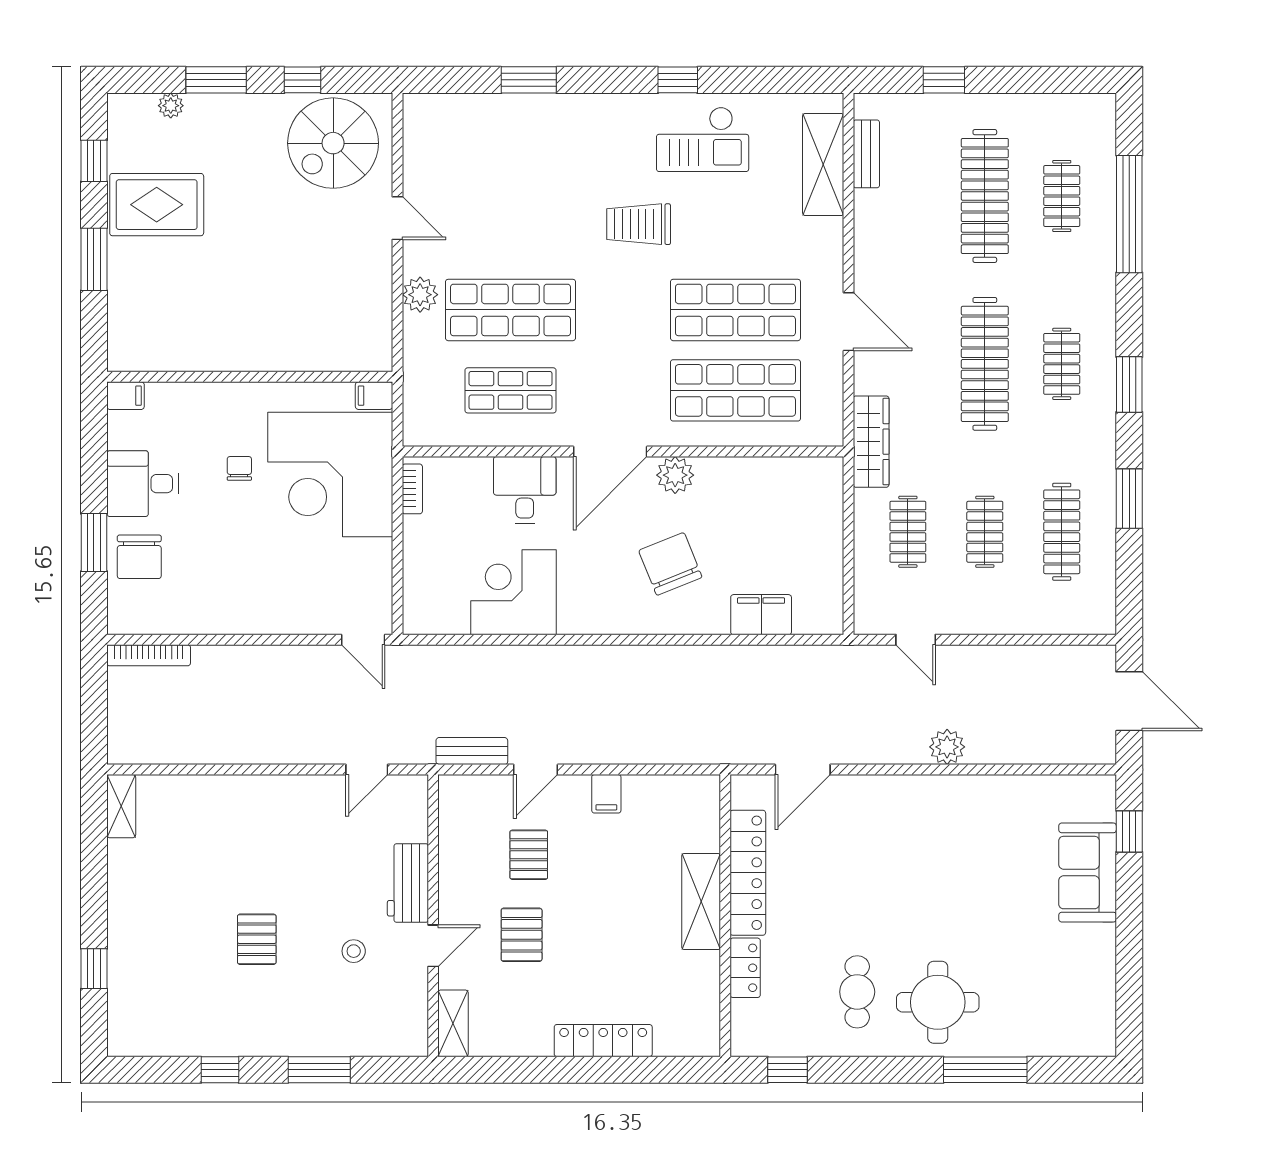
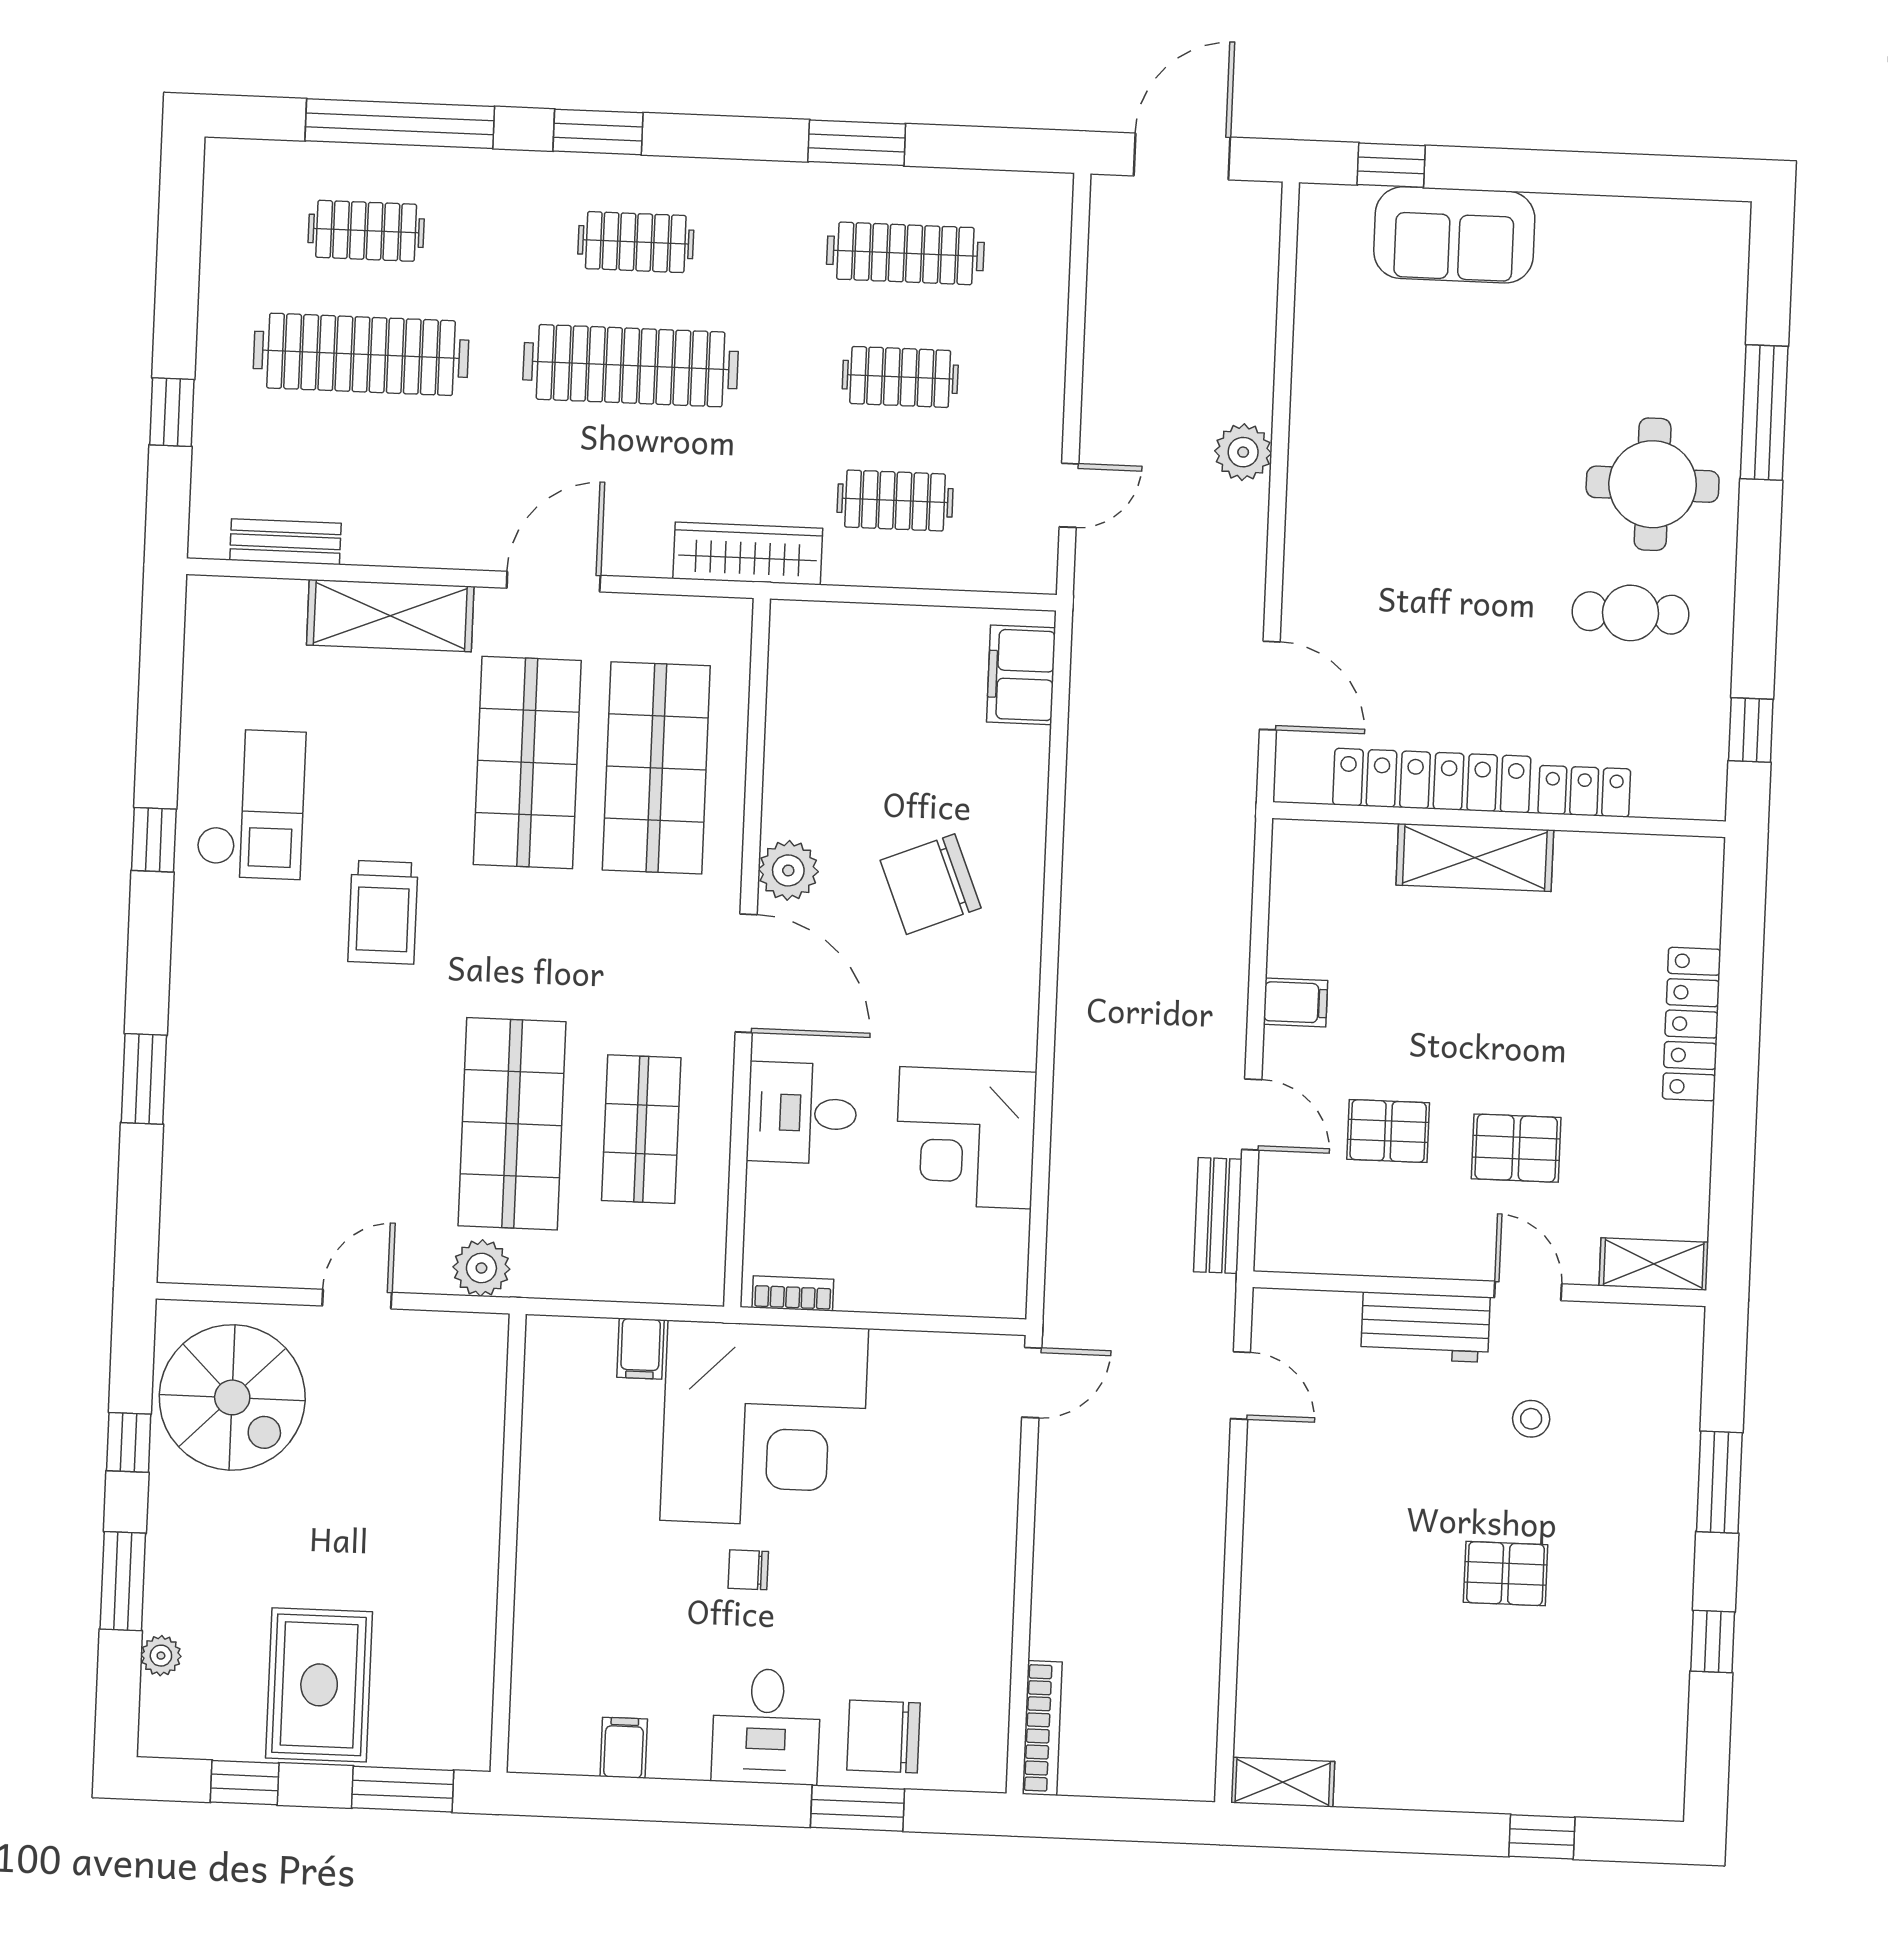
shelving: (823, 164) -> (390, 616), moved
wall: (250, 377) -> (508, 1543), moved
window: (1129, 384) -> (598, 132), moved
chair: (139, 557) -> (883, 1737), turned 180
filing cabinet: (761, 615) -> (1021, 675), moved

